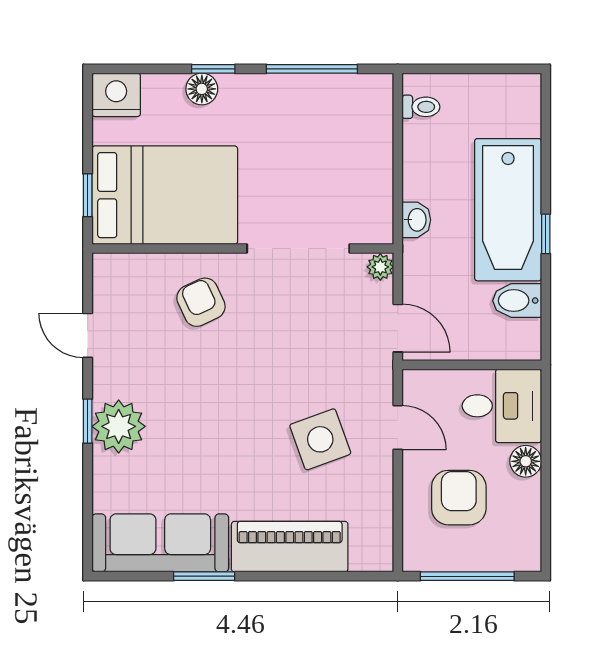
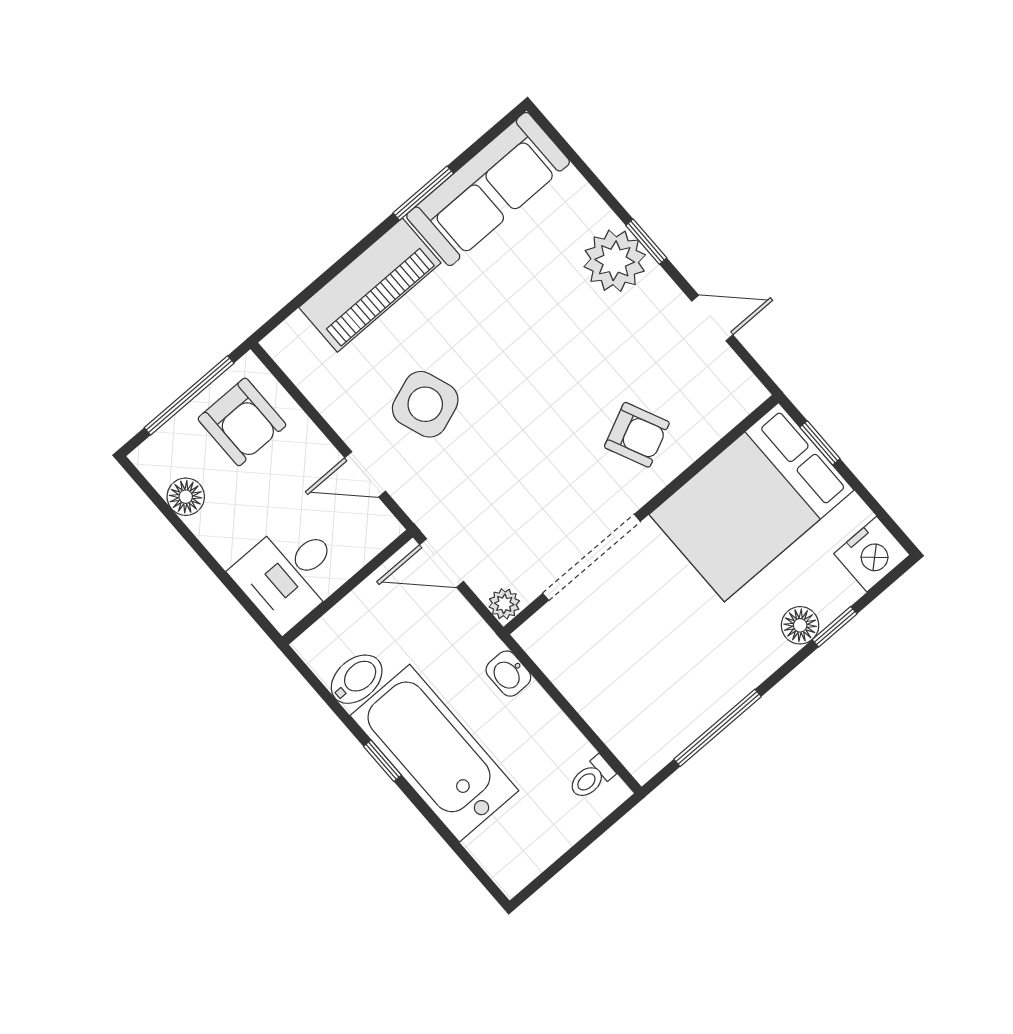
window: (213, 69) -> (835, 627), moved
floor lamp: (526, 461) -> (186, 497), moved
armchair: (459, 498) -> (242, 422), moved

